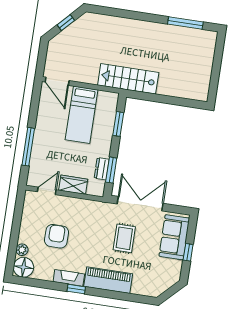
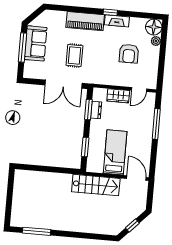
stairs: (128, 79) -> (96, 185), moved
sofa: (174, 237) -> (36, 43), moved
window: (188, 252) -> (23, 48), width x2.17

